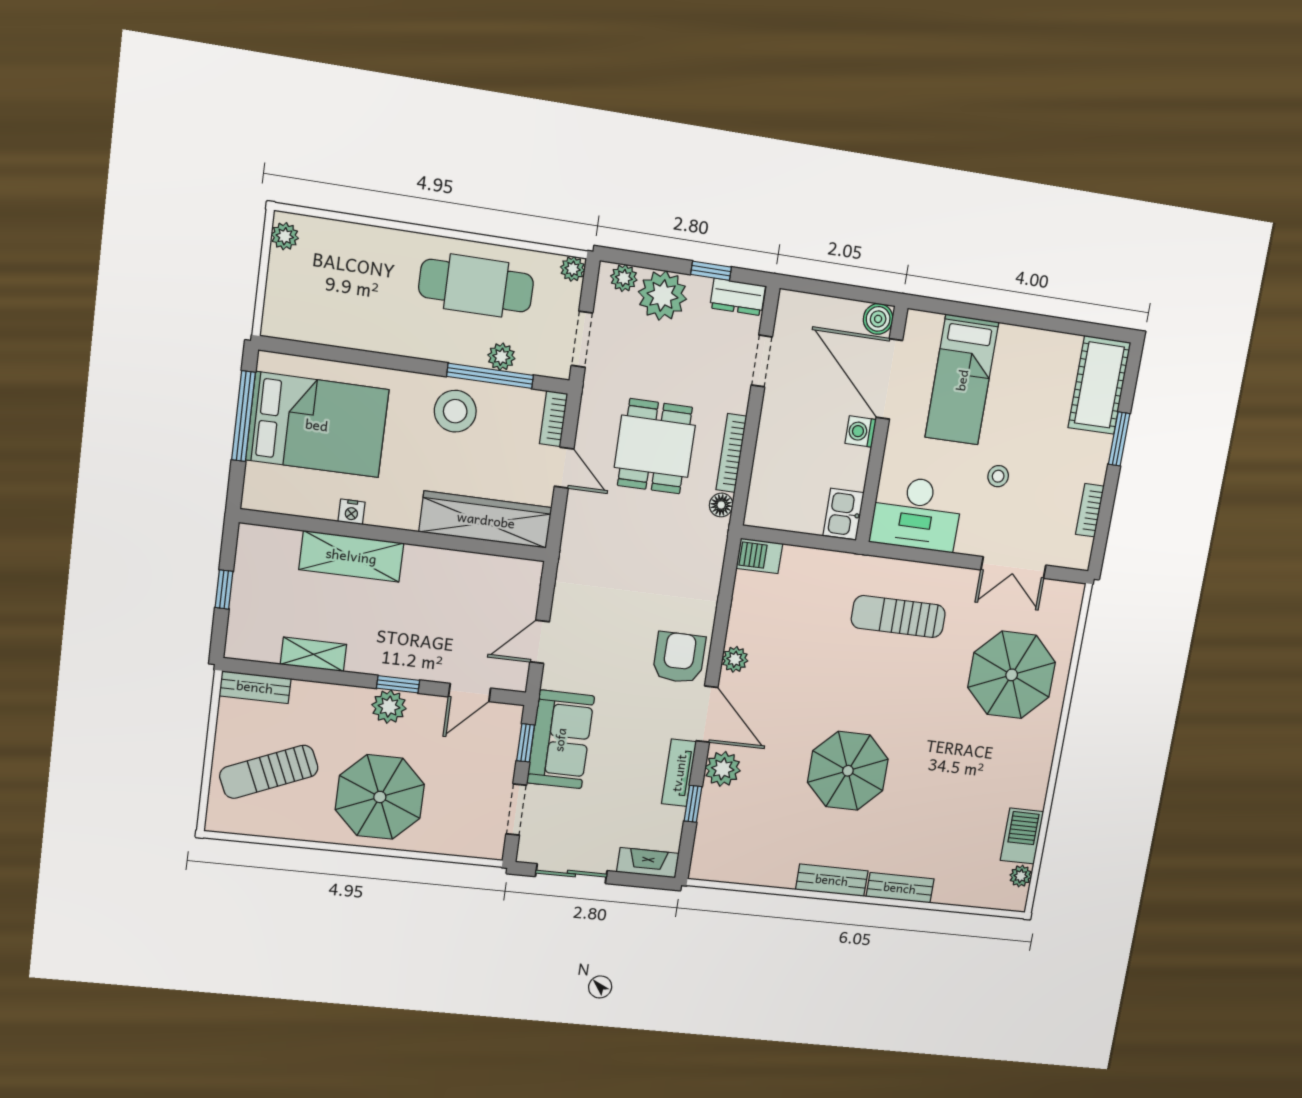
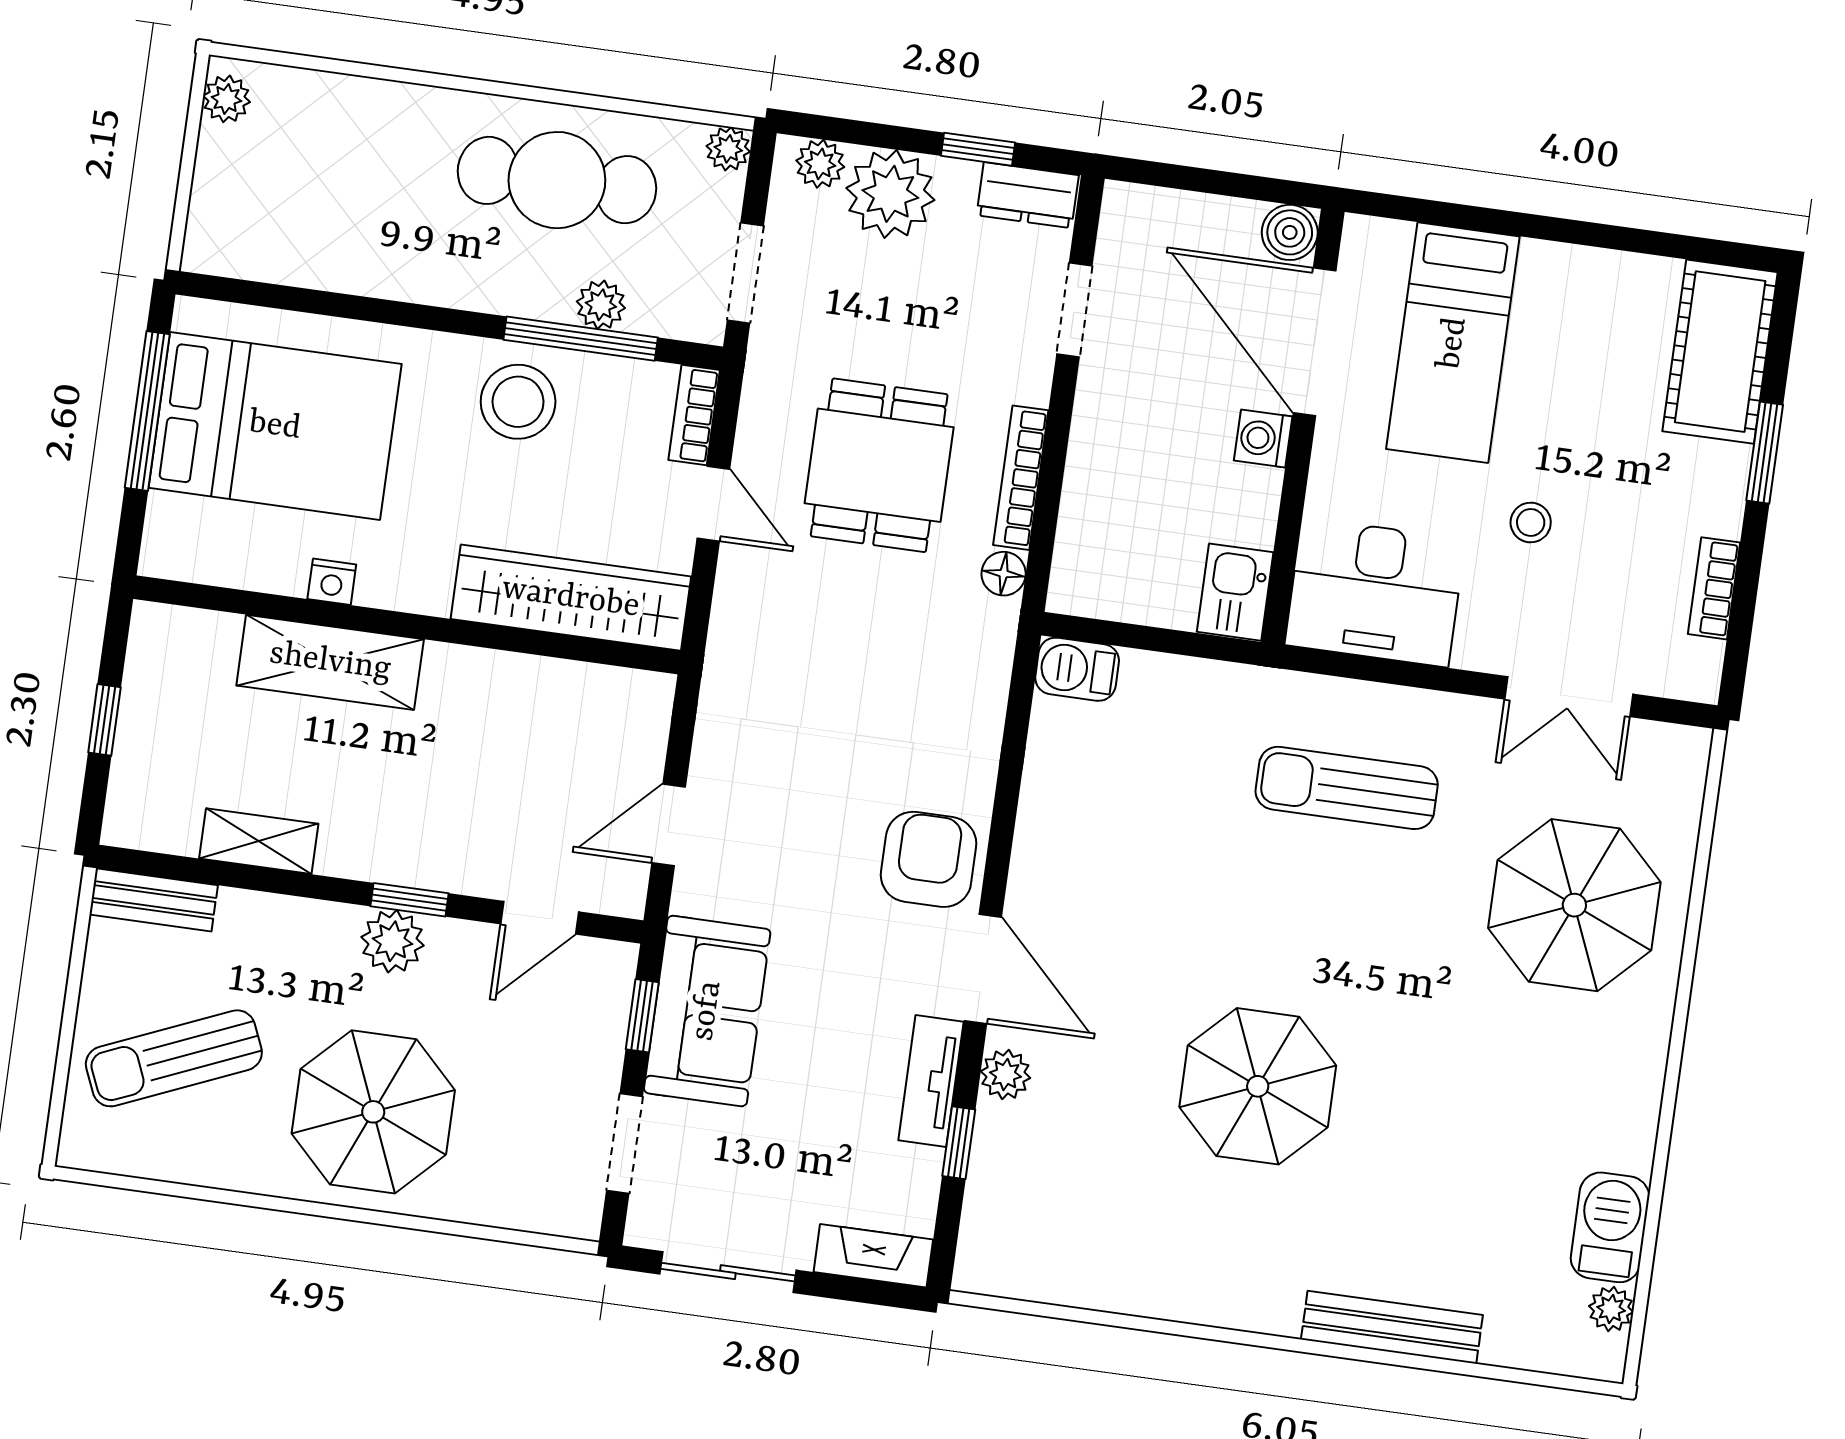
plant: (735, 659) -> (1034, 865), removed
plant: (723, 769) -> (1005, 1075), width x0.73, depth x0.73
bench: (832, 880) -> (1232, 1304), removed
bench: (900, 888) -> (1392, 1327), width x1.36

